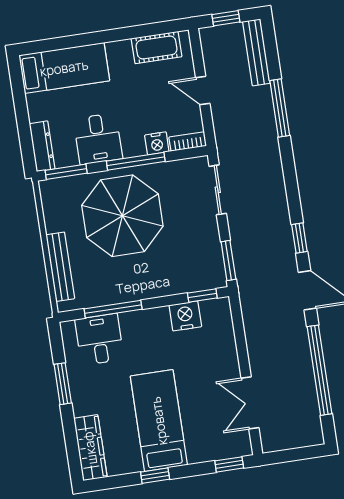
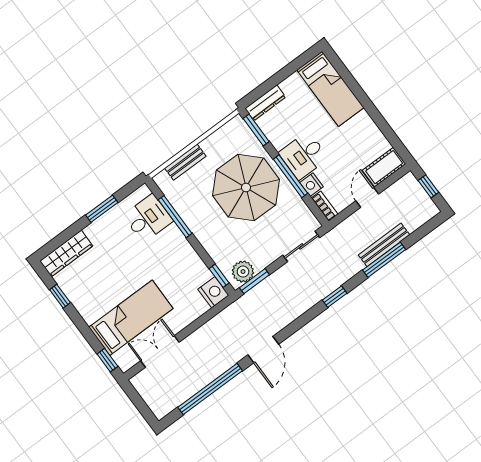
cot: (157, 48) -> (384, 167), moved, turned 90
bench: (256, 52) -> (384, 245), moved
desk: (98, 139) -> (303, 155), moved
window: (299, 238) -> (335, 297), moved
bench: (60, 267) -> (185, 162), width x0.73
plant: (211, 267) -> (243, 272), added
nightstand: (185, 316) -> (213, 292), moved
bed: (159, 421) -> (131, 318), moved
window: (155, 476) -> (60, 296), moved

